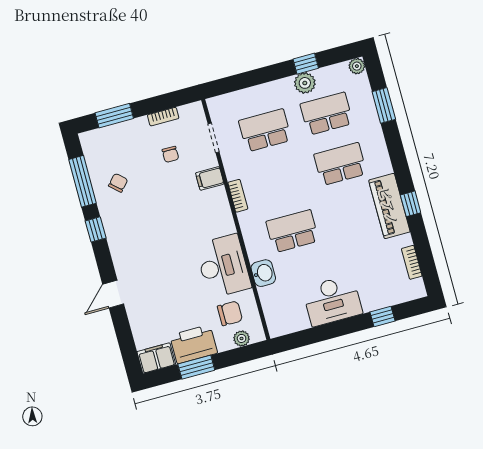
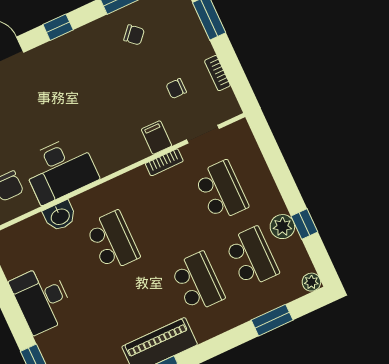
bookcase: (238, 196) -> (164, 162), moved
window: (96, 229) -> (58, 27), moved

